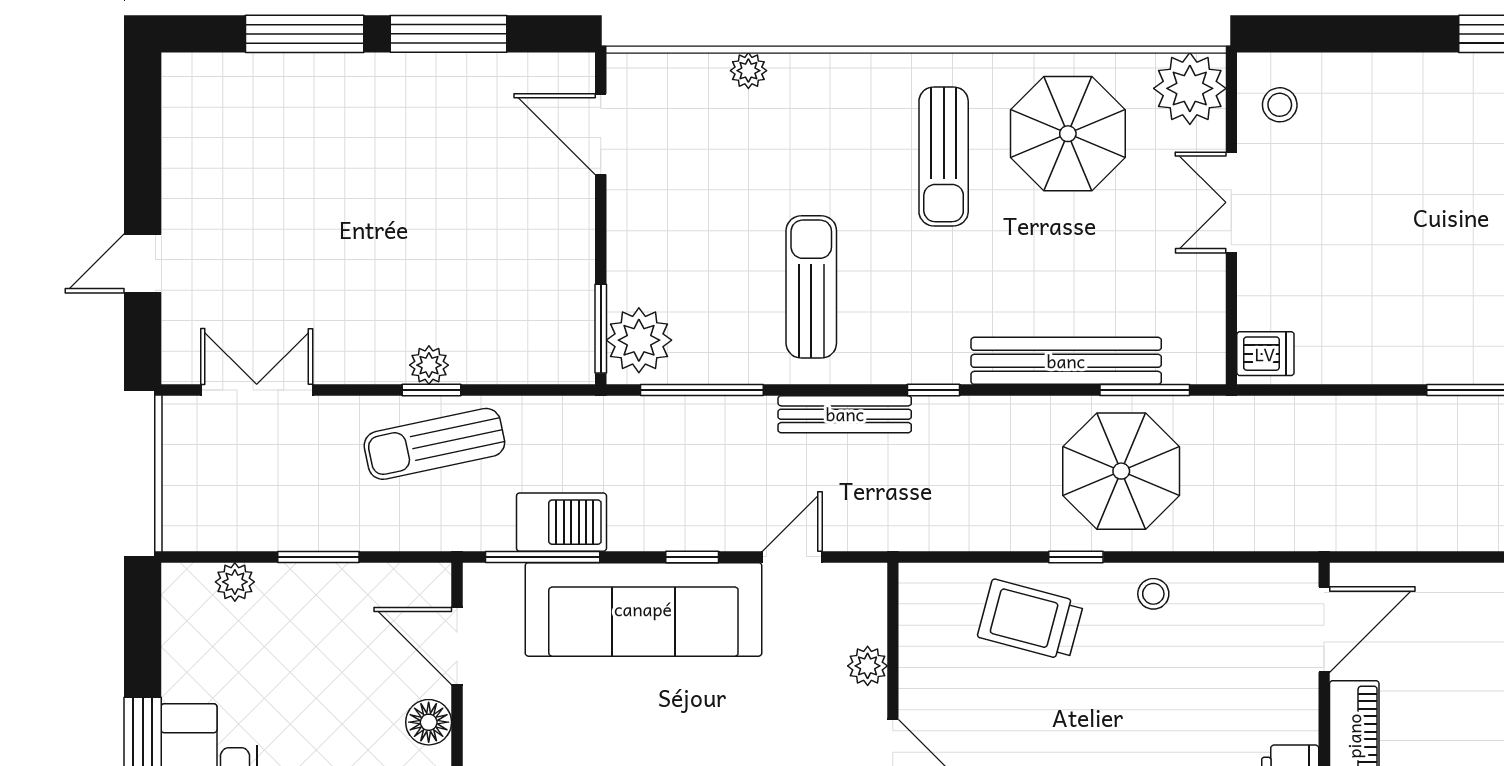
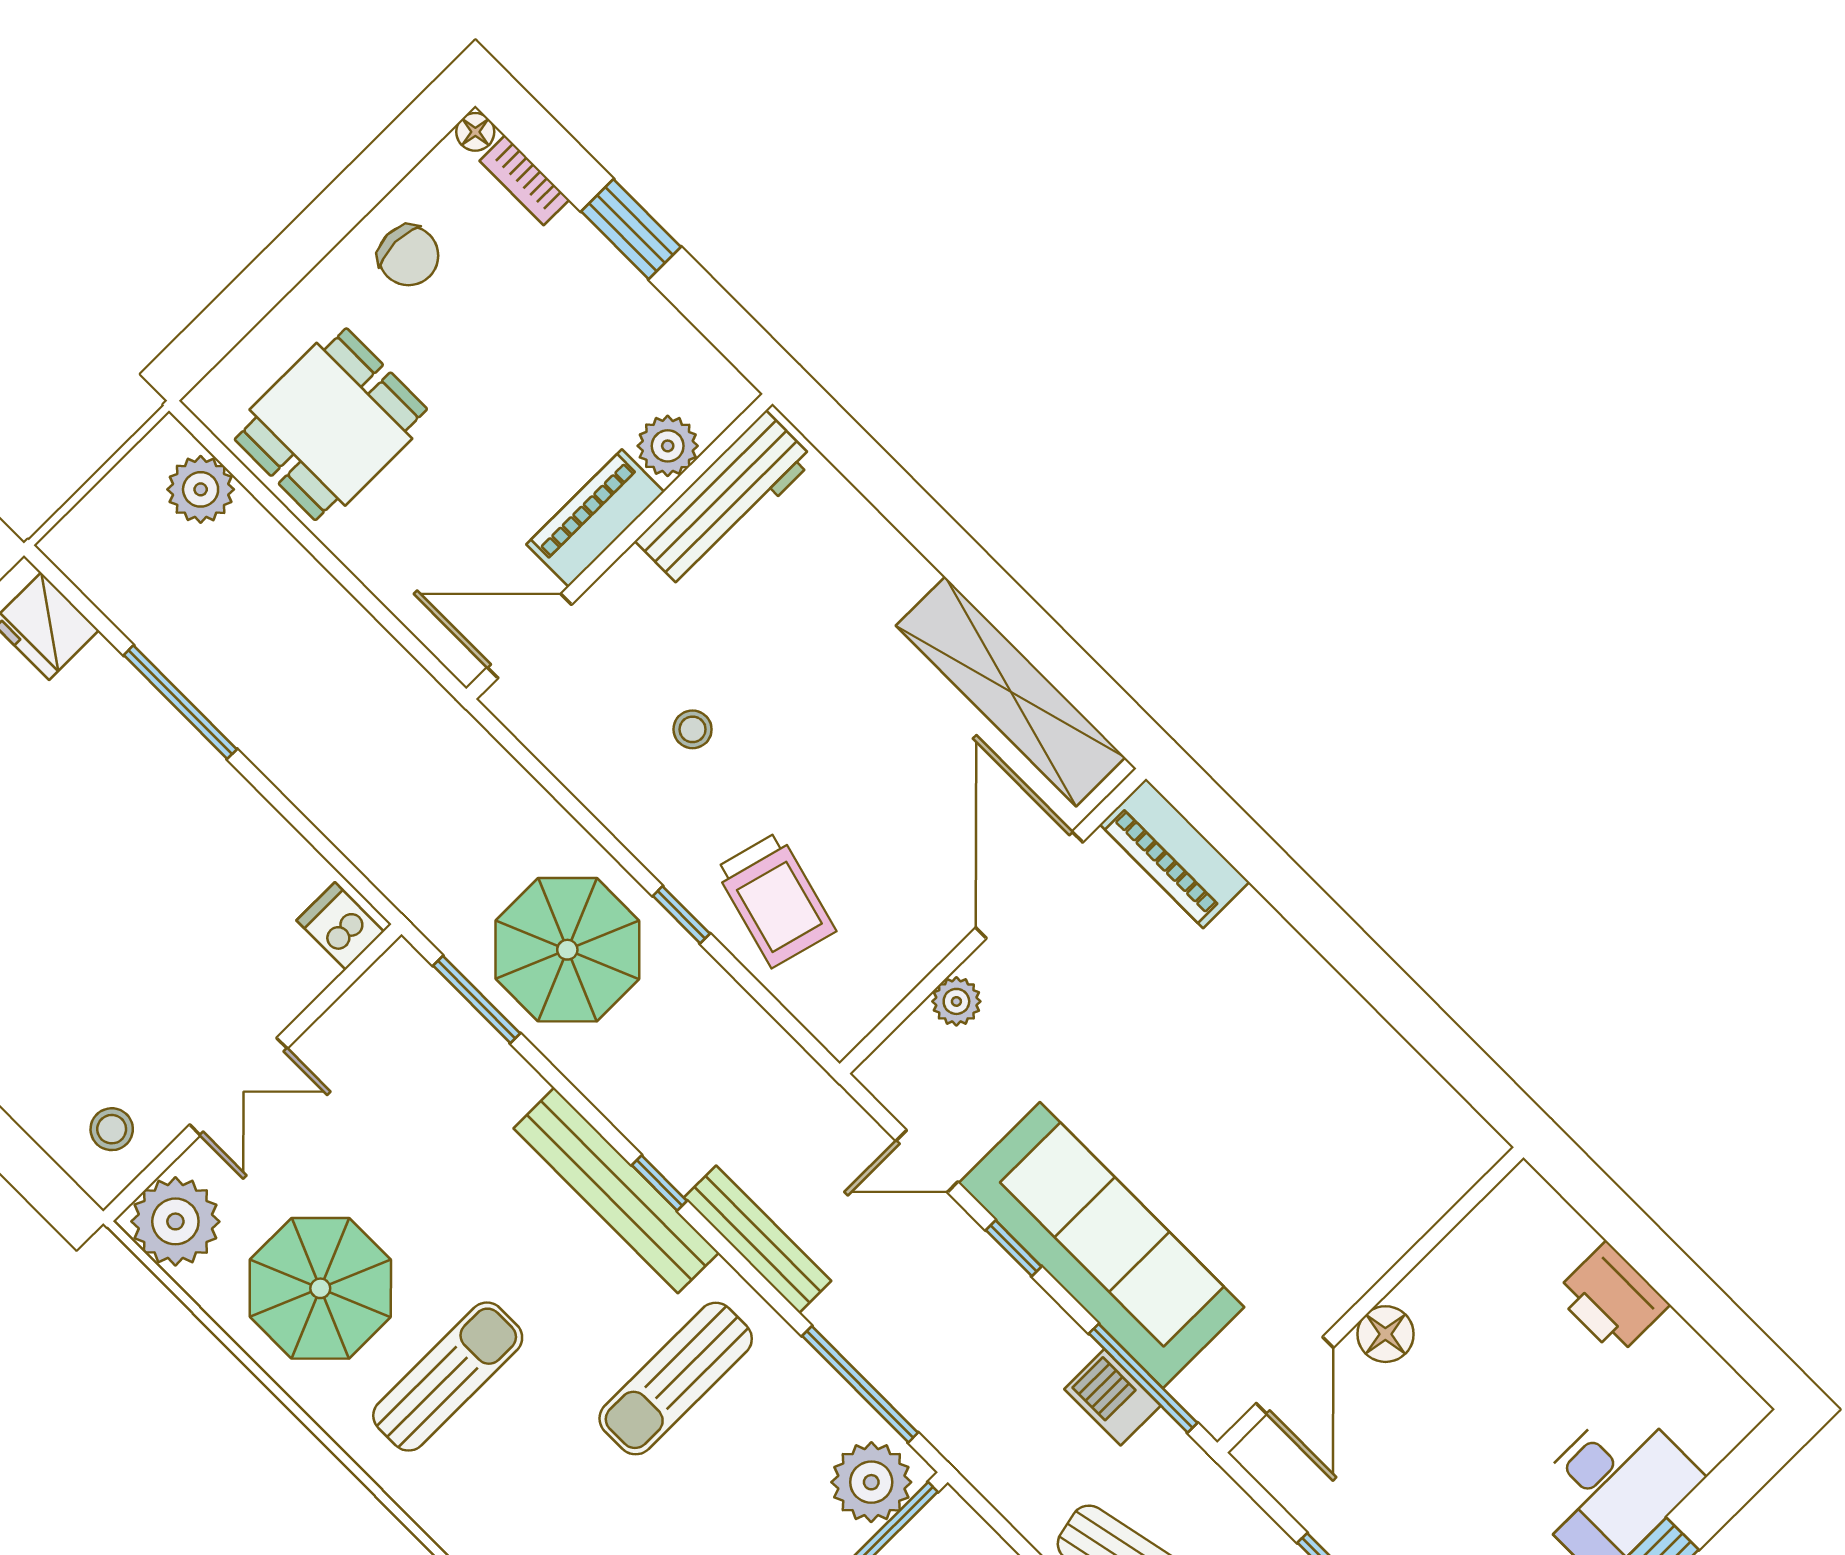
bench: (1066, 361) -> (616, 1190), moved
barbecue: (561, 522) -> (1112, 1397), width x0.73, depth x0.79
stool: (1153, 594) -> (693, 729), moved

